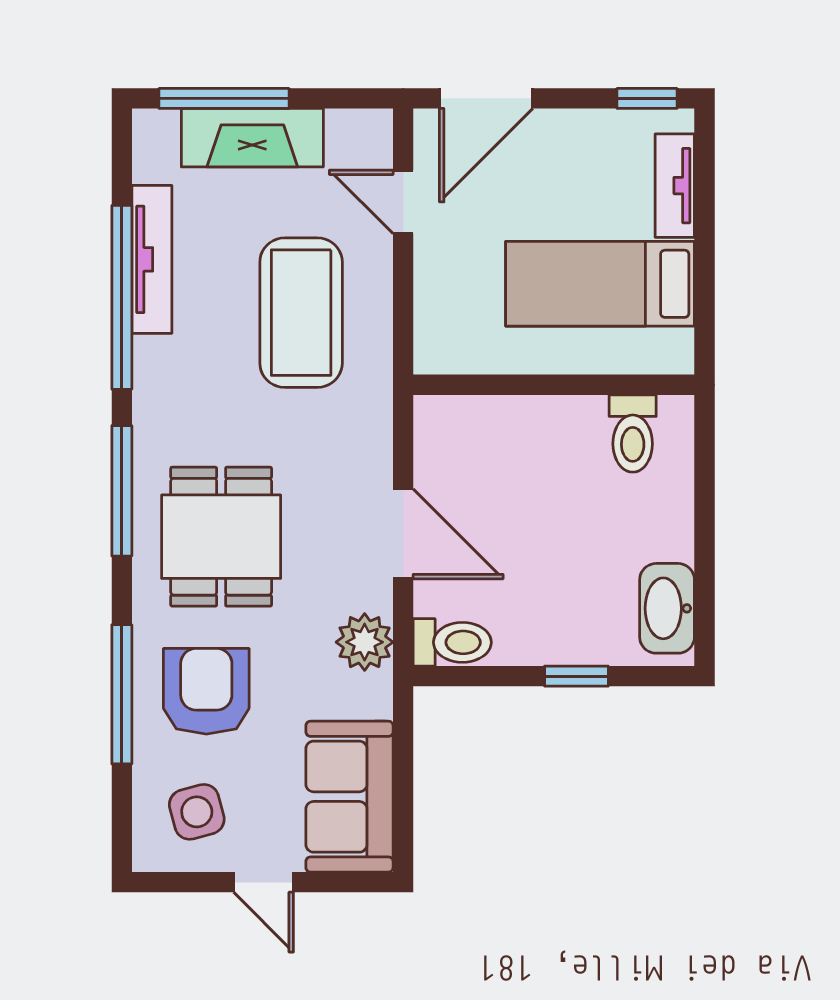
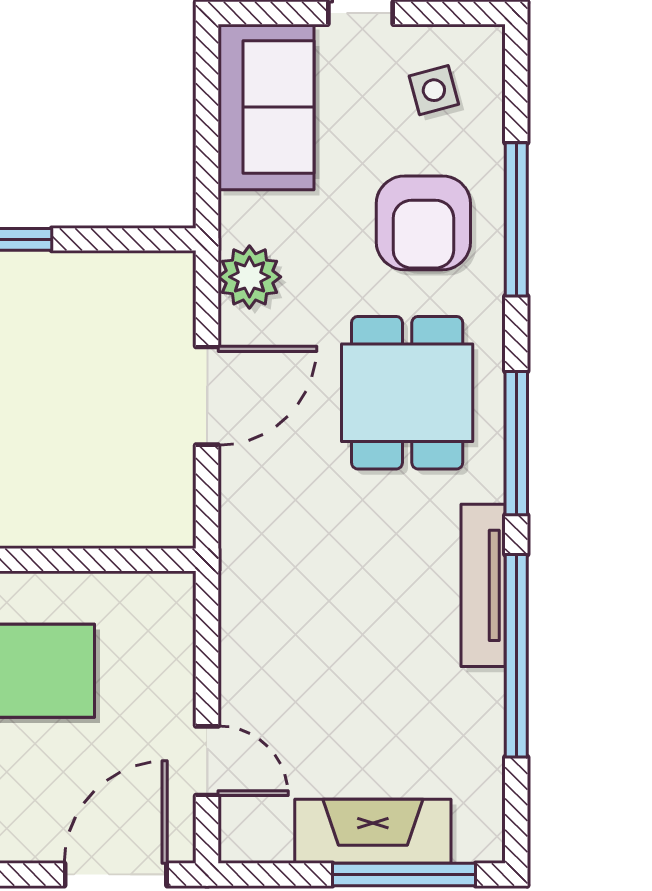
tv unit: (152, 259) -> (483, 585), moved
coffee table: (301, 313) -> (319, 639), removed
door: (403, 534) -> (207, 396), swing flipped
toilet: (452, 642) -> (153, 277), removed
side table: (197, 812) -> (434, 90), width x0.73, depth x0.73

